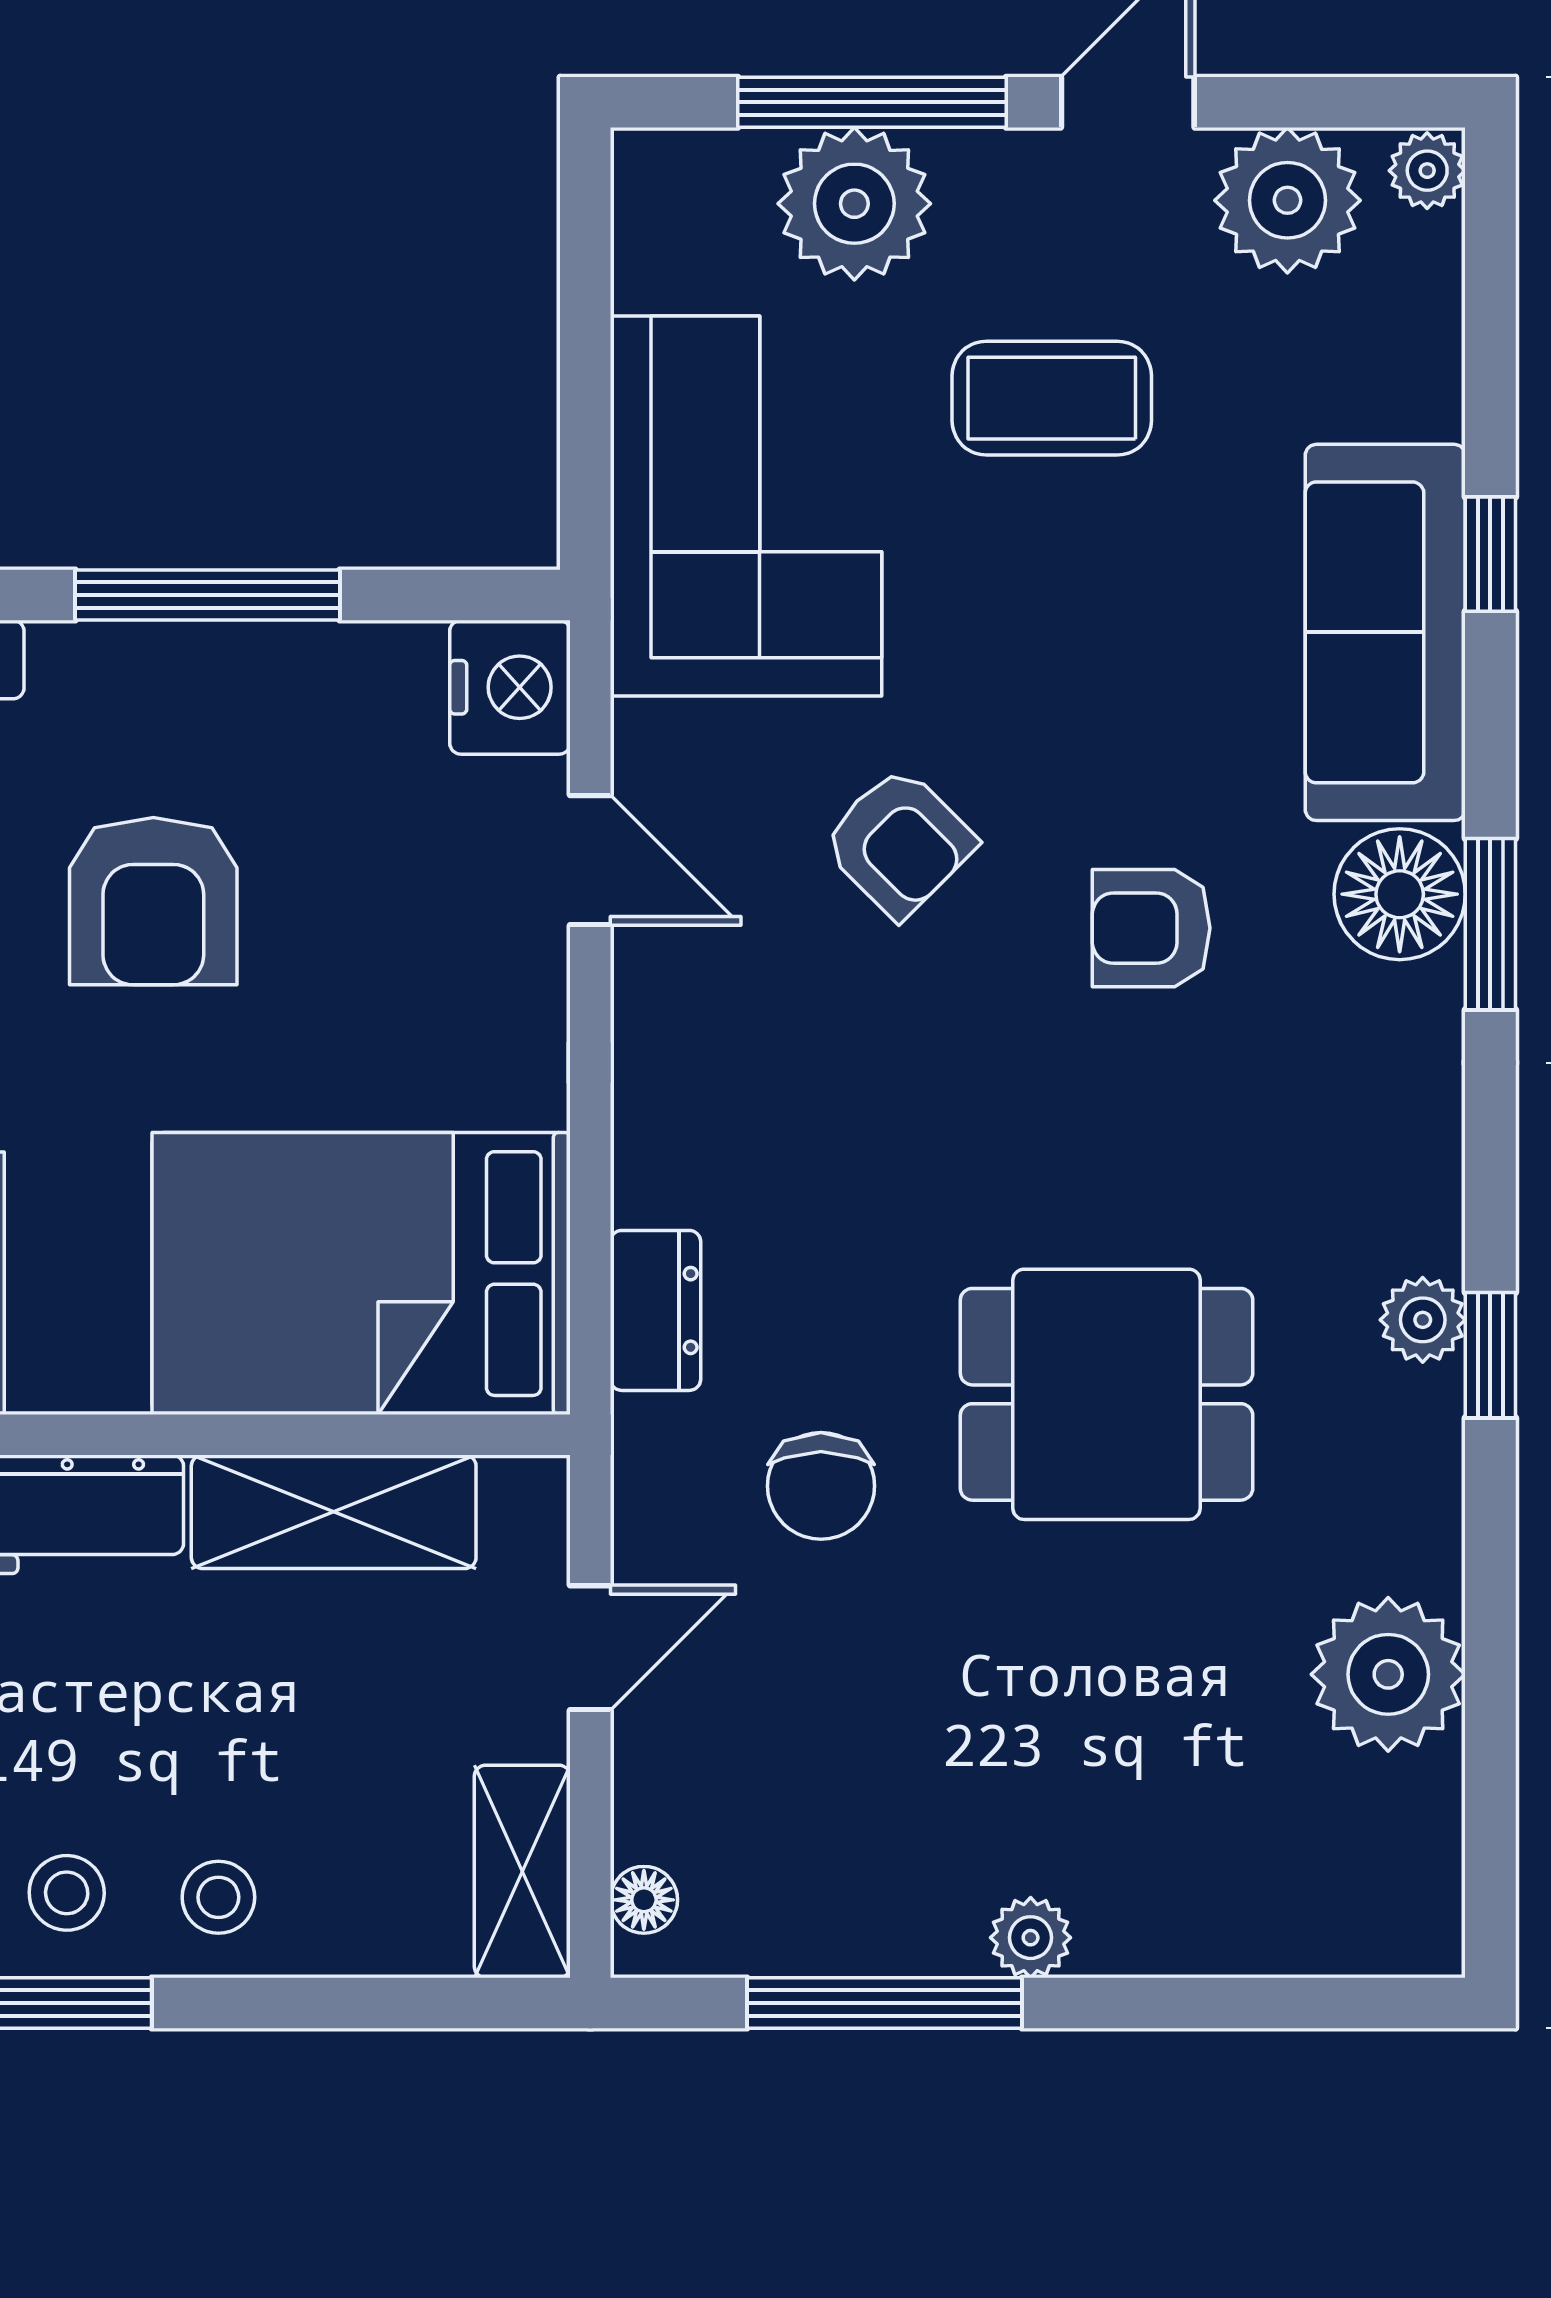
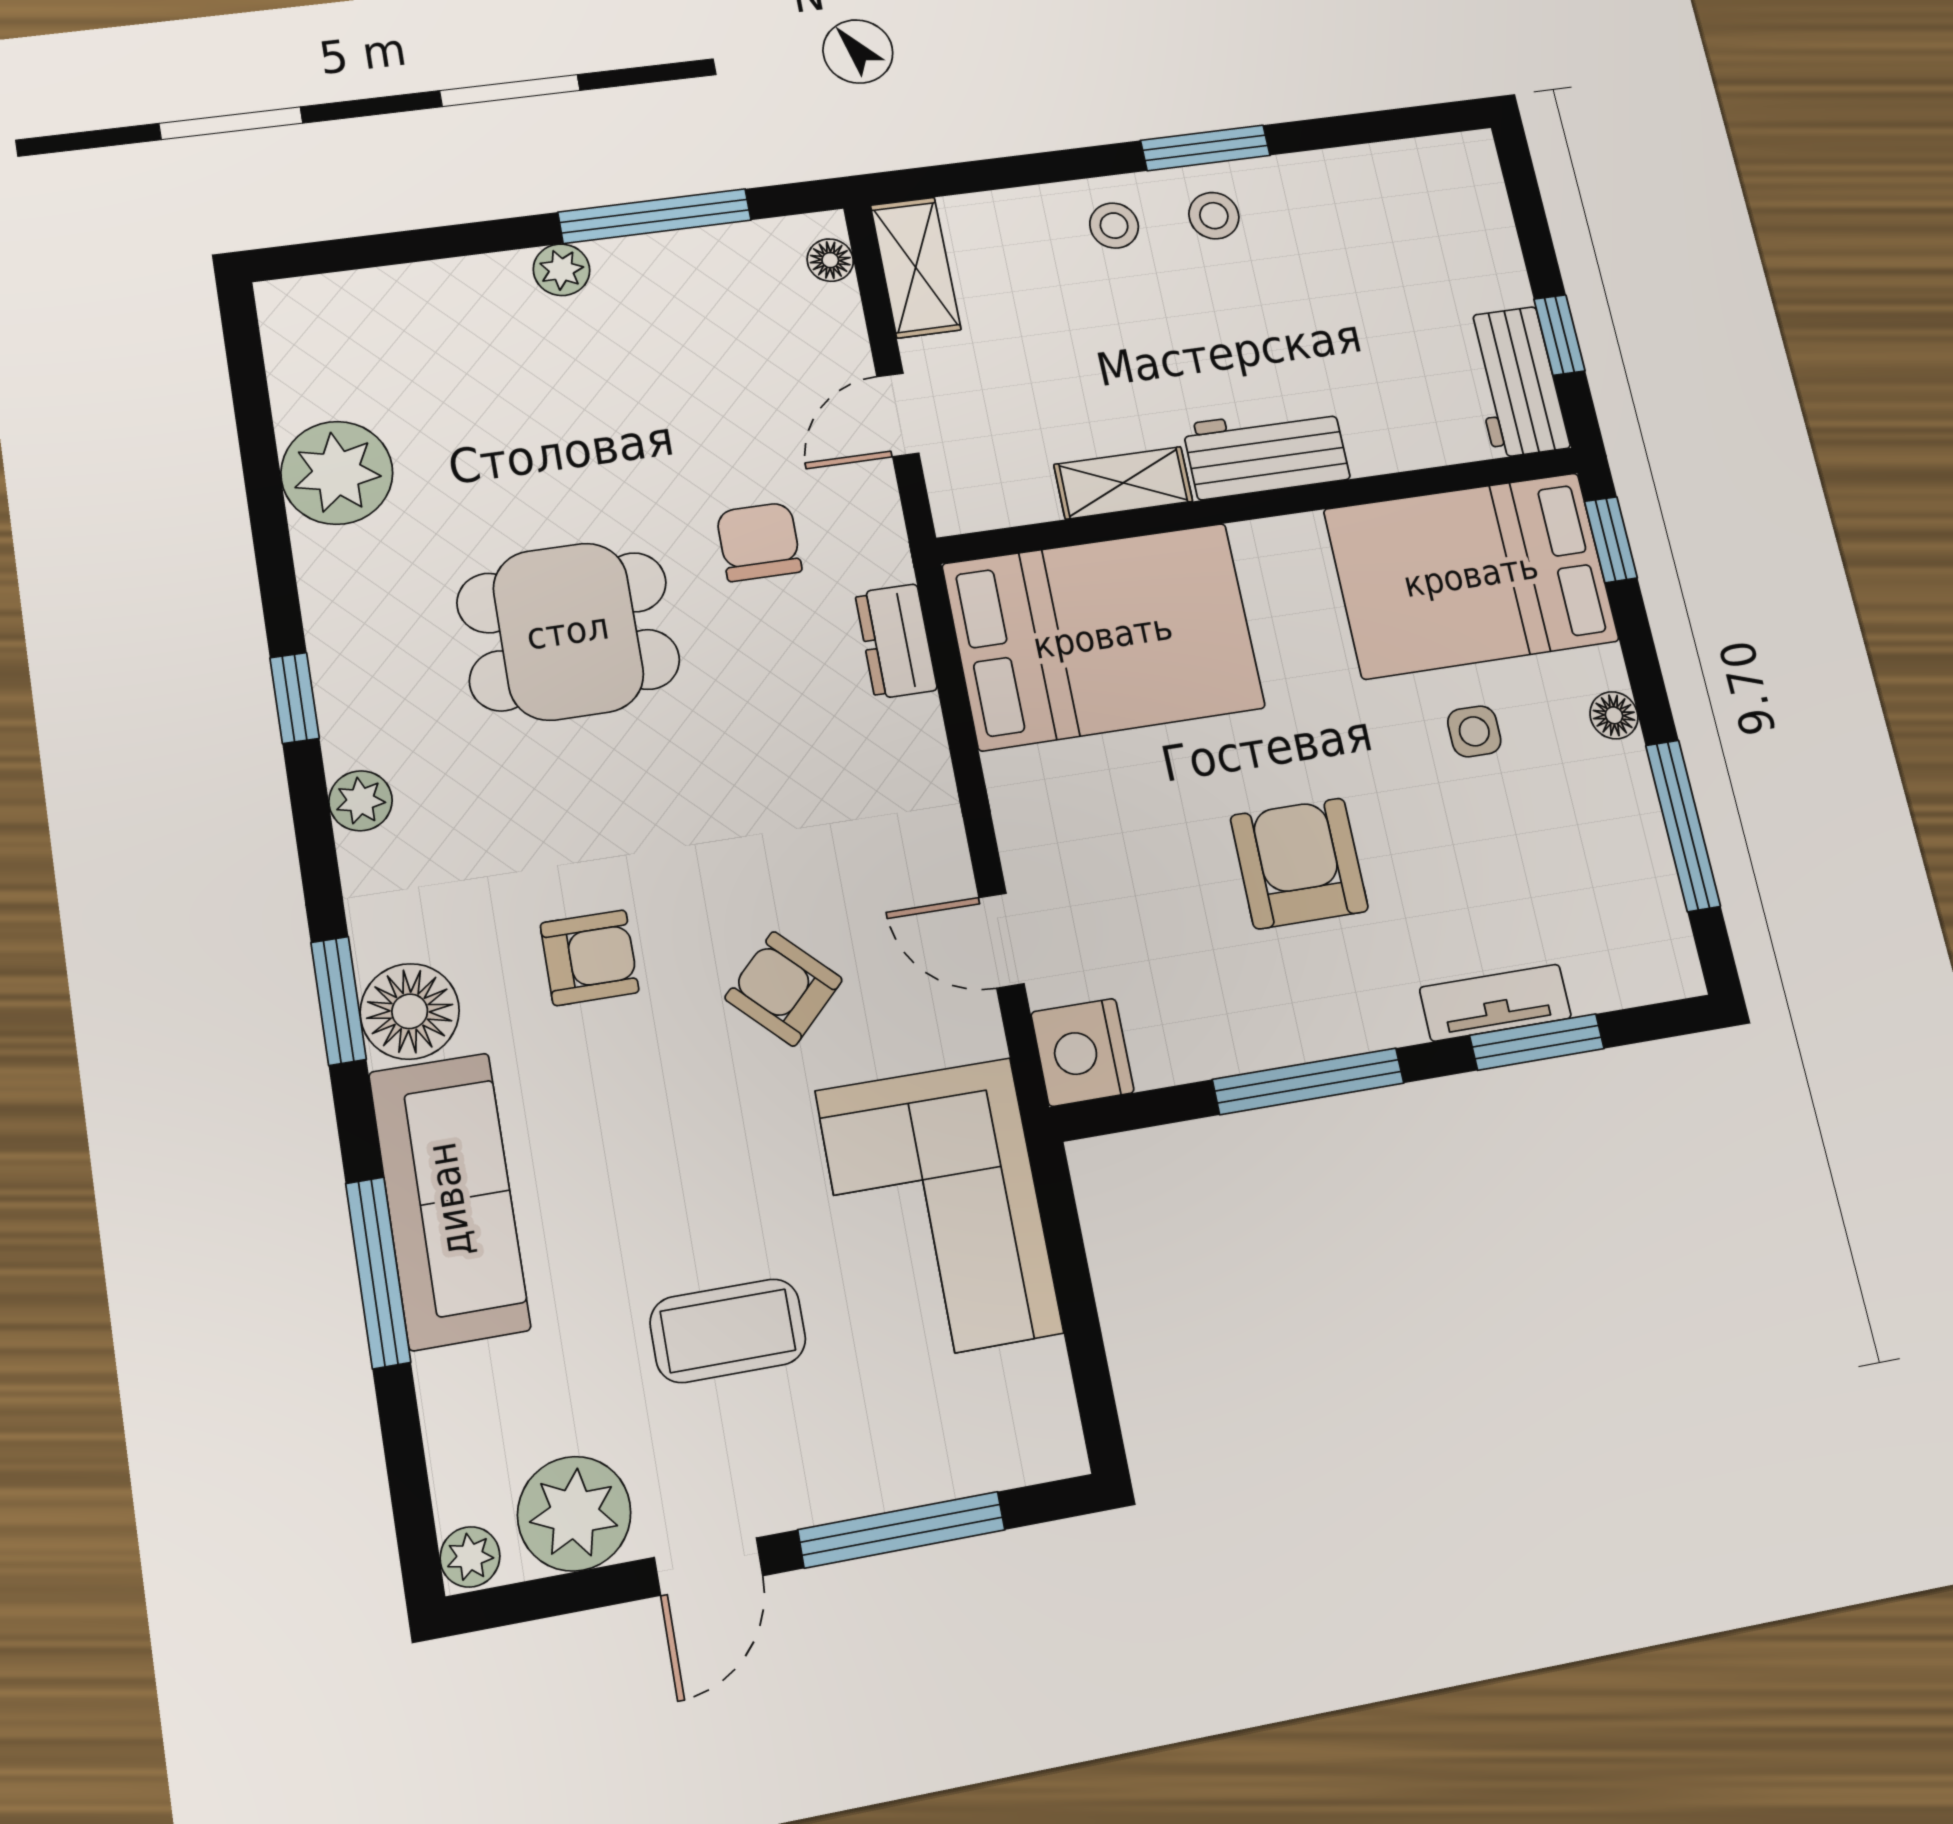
plant: (854, 204) -> (901, 1450), removed
window: (1490, 554) -> (378, 1272), width x2.17
plant: (1423, 1320) -> (361, 801), moved
shelving: (334, 1512) -> (1123, 483), width x0.67, depth x0.75

